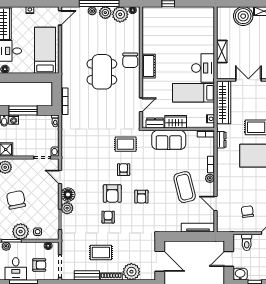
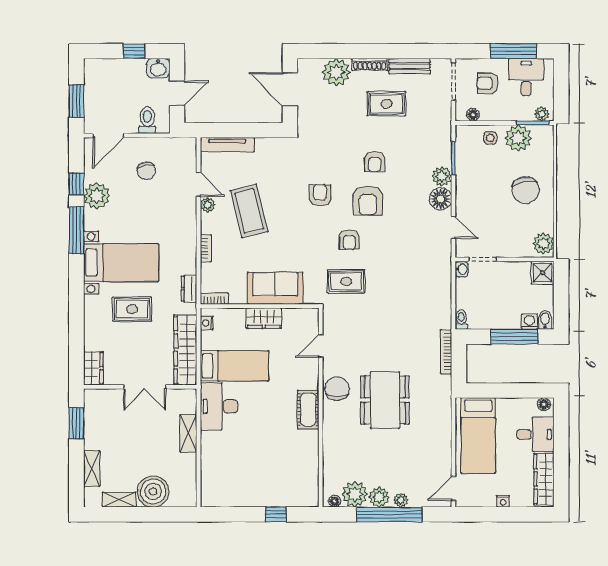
chair: (130, 60) -> (337, 389), moved
dresser: (155, 123) -> (298, 316), removed
plant: (210, 178) -> (208, 205), moved
armchair: (112, 193) -> (368, 201), turned 180

